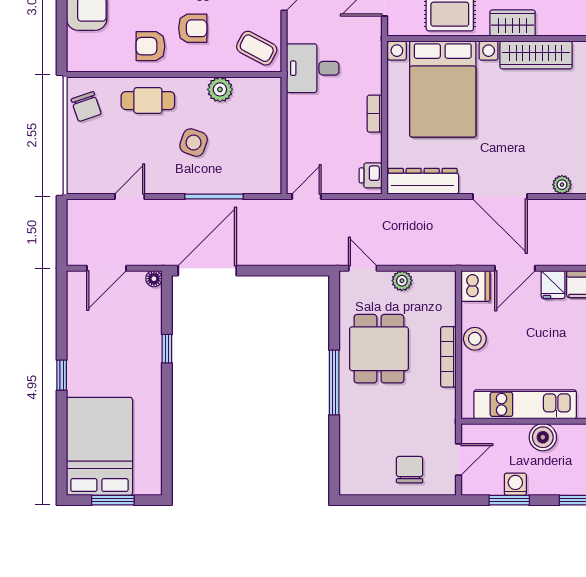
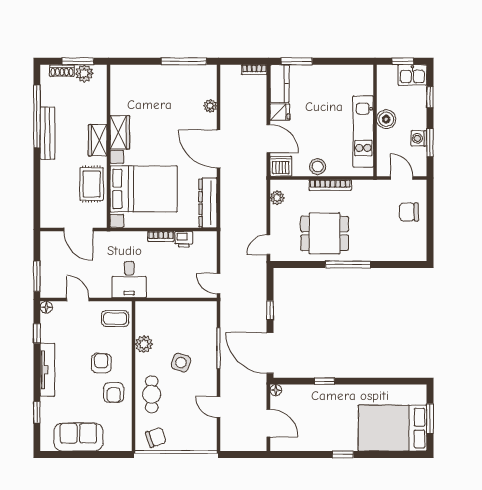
coffee table: (257, 48) -> (115, 318), turned 62
wardrobe: (536, 55) -> (120, 132), width x0.67
printer: (371, 175) -> (184, 239), moved
door: (500, 196) -> (218, 149), swing flipped
window: (268, 271) -> (270, 310), added
plant: (402, 281) -> (277, 198), moved

